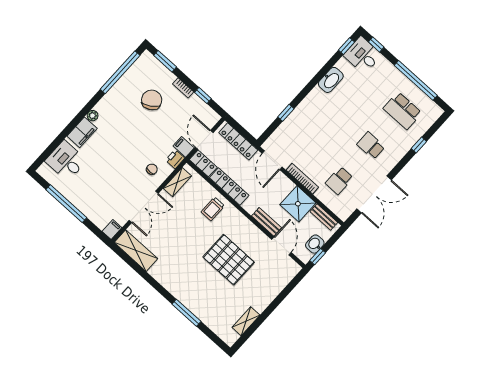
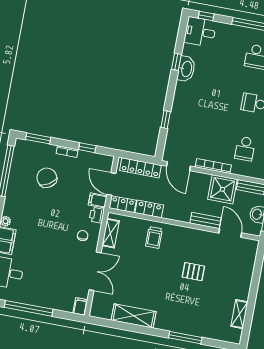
window: (346, 46) -> (176, 62), moved
locker: (229, 187) -> (149, 209), width x0.66
shelving: (136, 251) -> (134, 316), moved
pallet: (229, 260) -> (193, 272), width x0.49, depth x0.50

